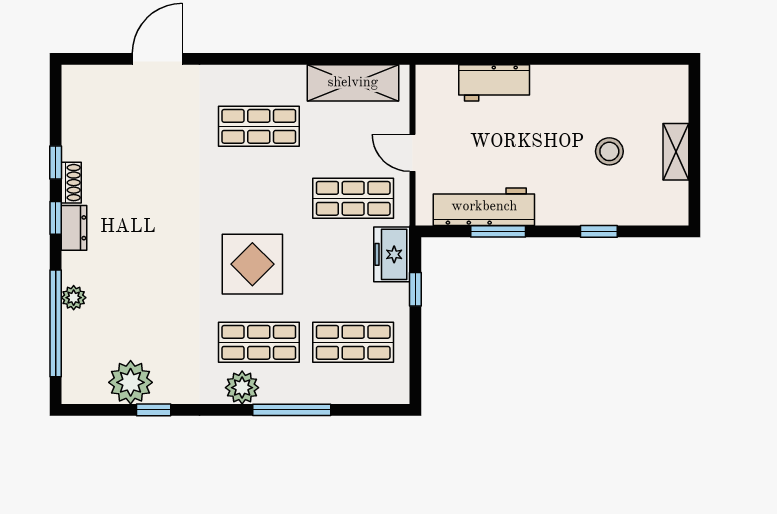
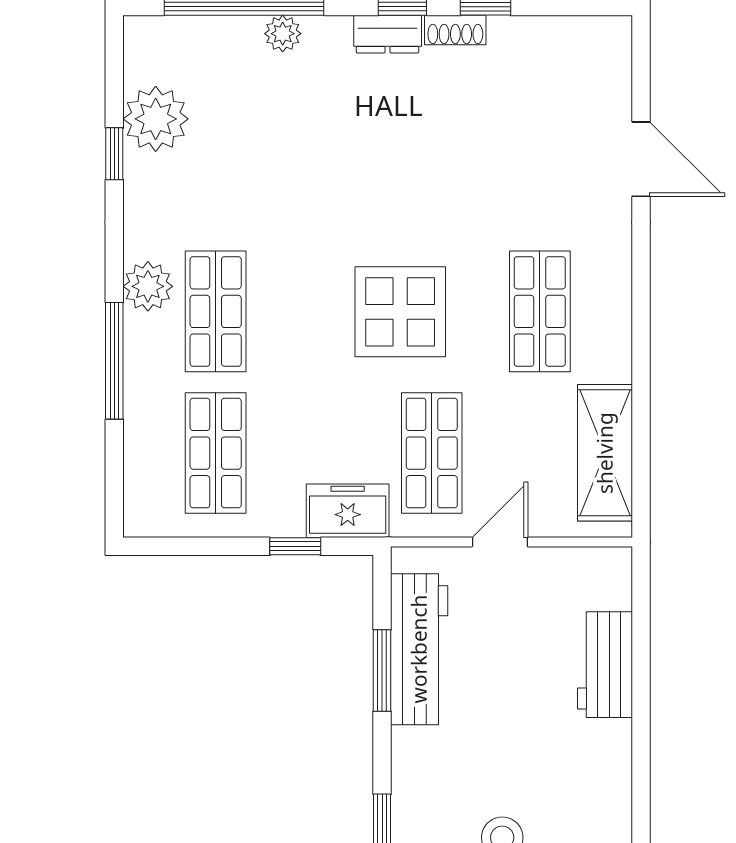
display table: (252, 264) -> (400, 312), moved

